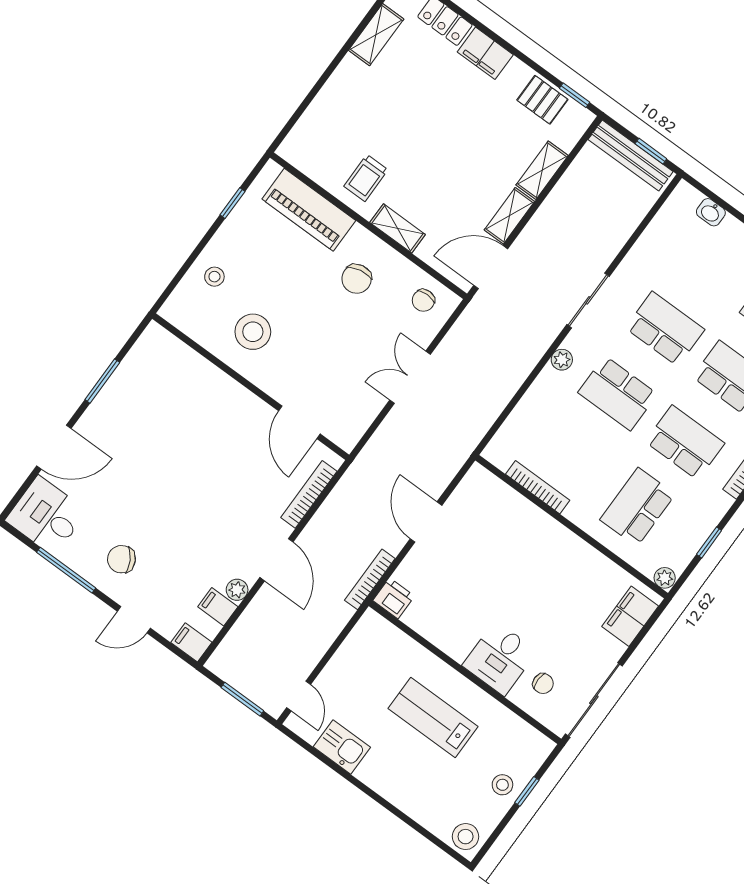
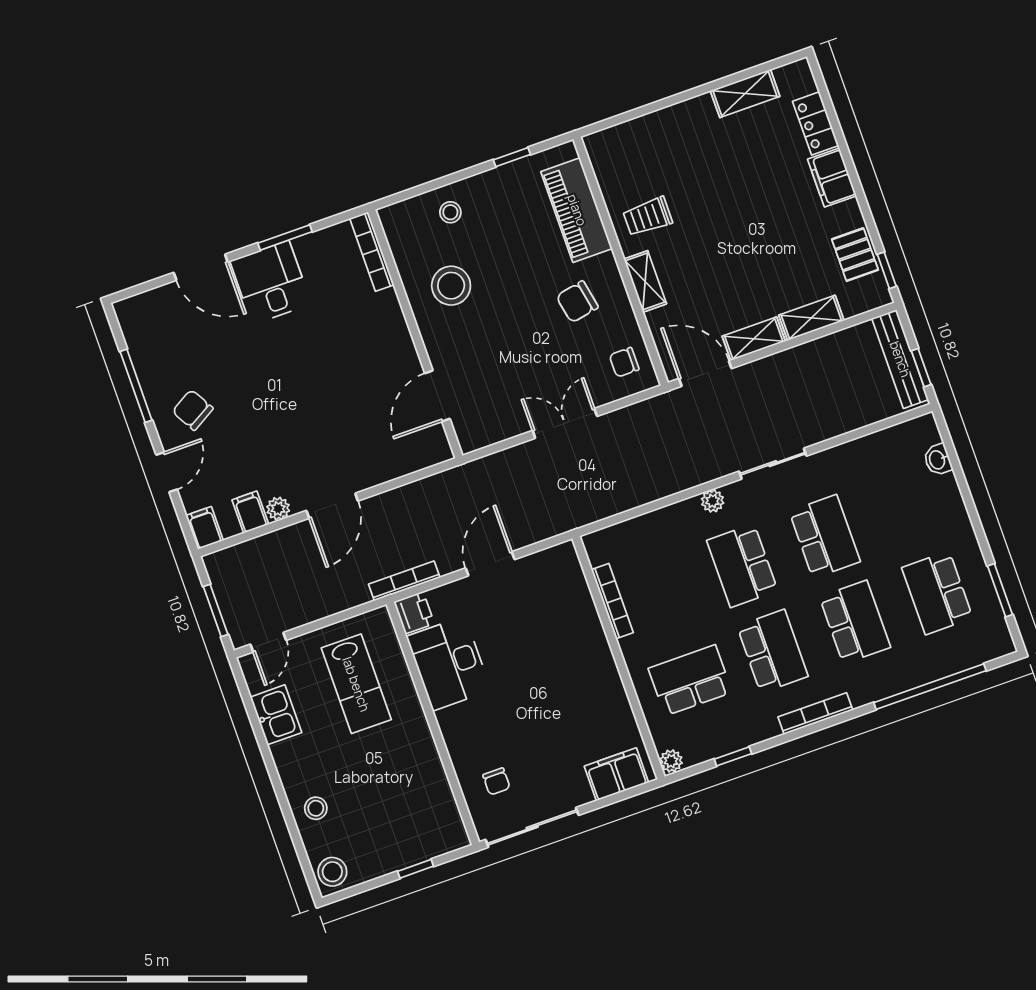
bookcase: (309, 494) -> (372, 252), moved, turned -90
desk: (46, 516) -> (271, 282), moved
door: (134, 620) -> (167, 472), swing flipped
desk: (500, 658) -> (449, 663), moved, width x1.37
lab bench: (433, 717) -> (356, 684), moved, turned 180
stool: (502, 785) -> (316, 808), moved

